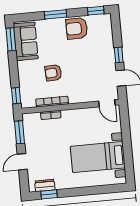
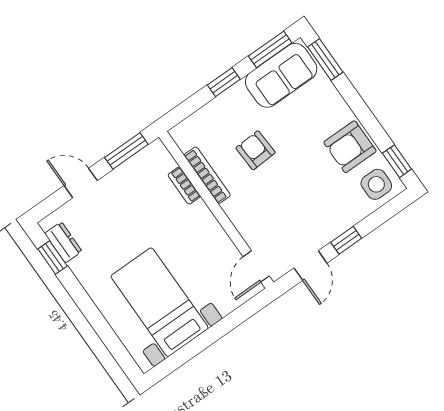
window: (56, 14) -> (325, 59), moved
side table: (101, 26) -> (376, 184), added
armchair: (77, 28) -> (350, 147), turned -90
window: (16, 96) -> (224, 82), moved

